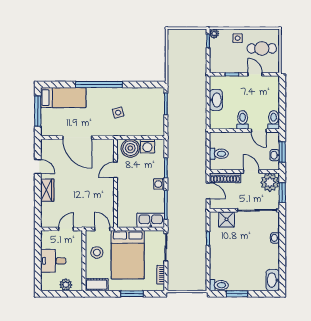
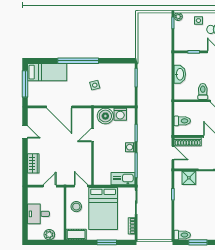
wardrobe: (47, 190) -> (33, 163), moved

